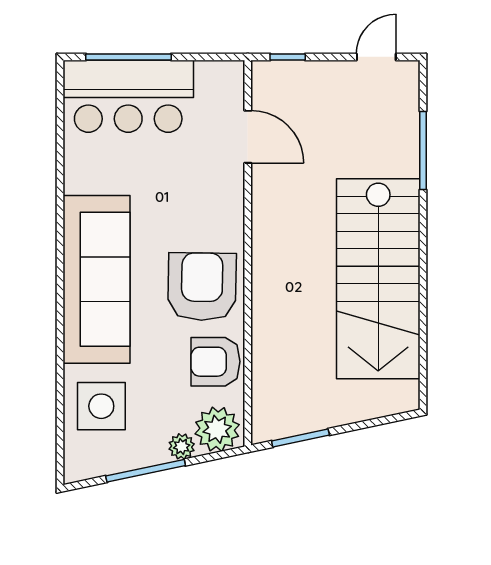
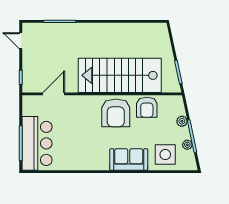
sofa: (96, 279) -> (129, 159), width x0.54, depth x0.79
stairs: (378, 279) -> (120, 75), moved, turned 180
armchair: (202, 287) -> (116, 113), turned -91
plant: (217, 429) -> (187, 145), moved, width x0.53, depth x0.53

